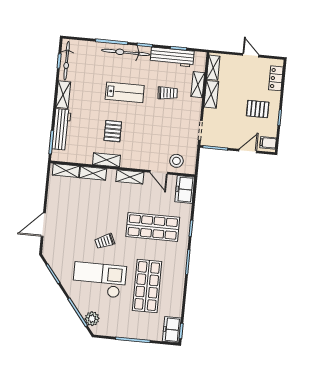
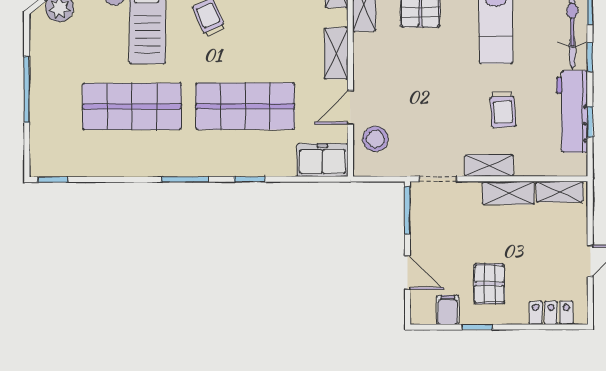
shelving: (198, 85) -> (489, 165), moved
filing cabinet: (268, 143) -> (448, 310), moved
shop shelf: (153, 227) -> (245, 106), turned 90
freezer: (172, 330) -> (53, 161), removed

